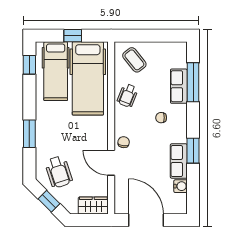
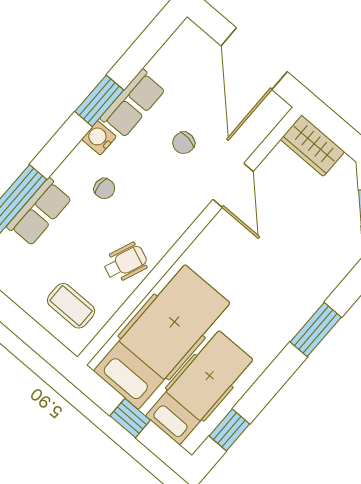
coffee table: (134, 60) -> (71, 306), turned -51
chair: (124, 142) -> (184, 143), moved
wheelchair: (59, 172) -> (321, 238), removed
water cooler: (181, 186) -> (99, 138), moved

